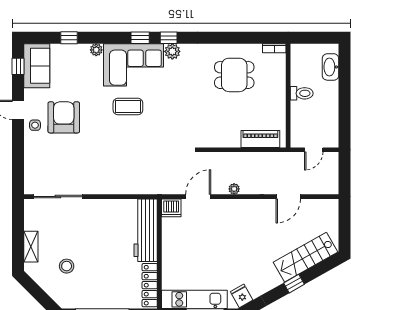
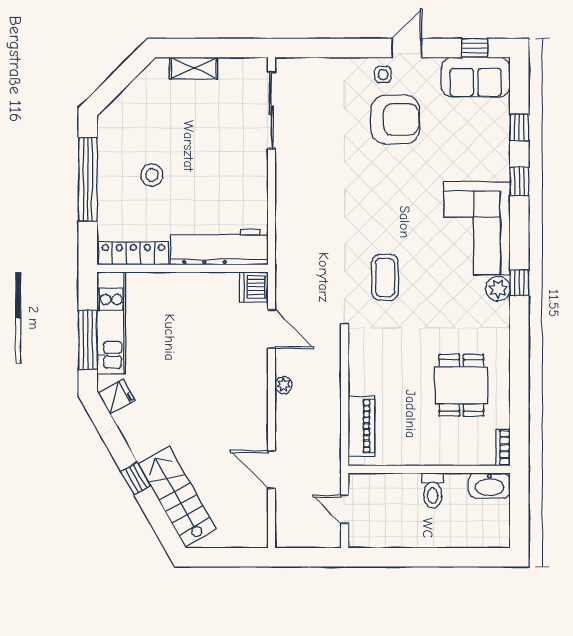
window: (140, 38) -> (519, 181), moved
plant: (96, 50) -> (501, 170), removed
washbasin: (331, 67) -> (489, 485), moved, turned 180
coffee table: (128, 107) -> (385, 277), moved
stool: (67, 266) -> (152, 175), moved

